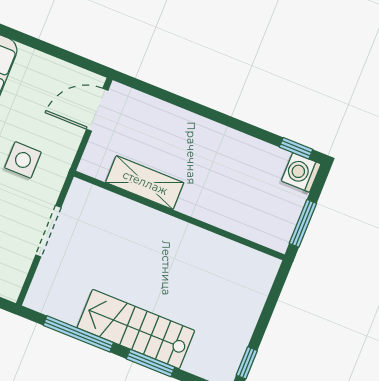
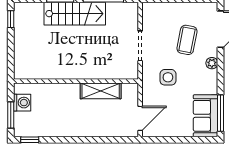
washing machine: (301, 172) -> (22, 103), moved
window: (303, 223) -> (11, 115), moved

